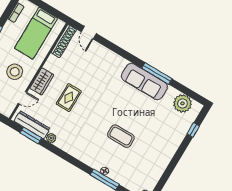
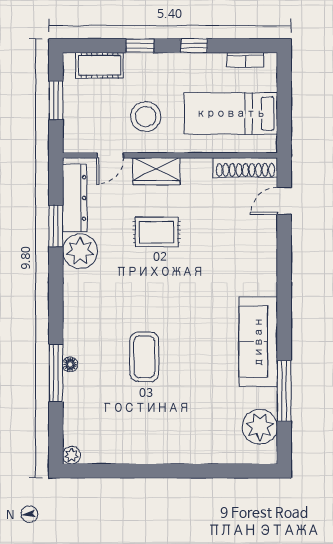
window: (157, 73) -> (284, 391), moved
door: (22, 98) -> (110, 155), hinge flipped
window: (193, 130) -> (226, 471), removed
window: (31, 135) -> (56, 226), moved
plant: (51, 138) -> (80, 251), width x1.88, depth x1.88

